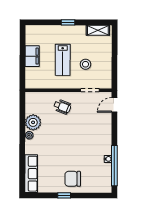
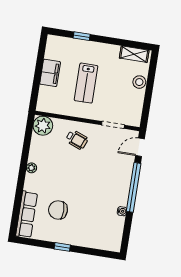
window: (68, 22) -> (82, 36), moved
stool: (86, 64) -> (139, 82), moved
plant: (33, 122) -> (43, 126), moved
window: (114, 166) -> (134, 187), moved
chair: (73, 179) -> (58, 210), moved

